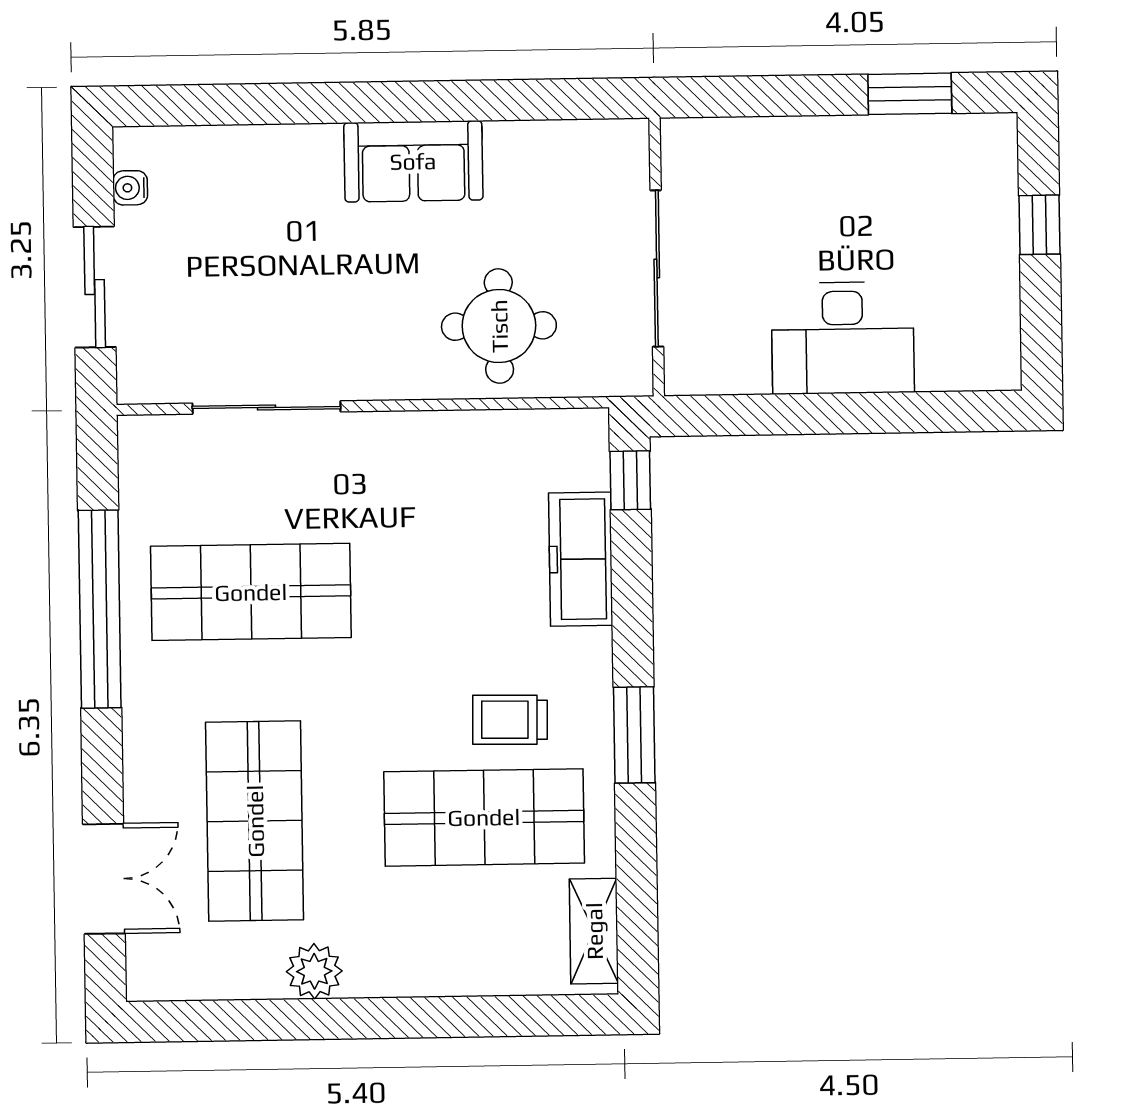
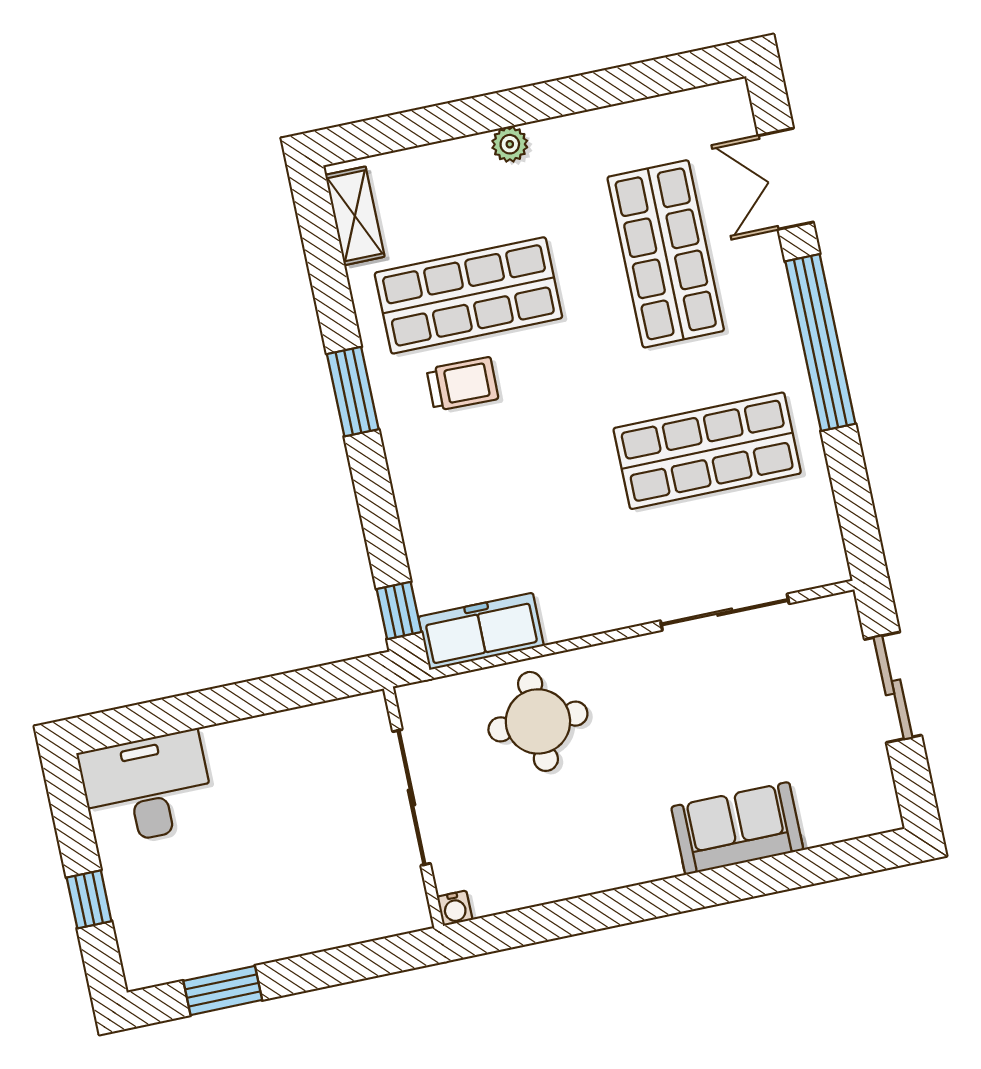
sofa: (413, 161) -> (737, 828), moved
water cooler: (130, 188) -> (455, 908), moved, turned 90
desk: (843, 338) -> (147, 788), moved
freezer: (581, 559) -> (481, 631), moved, turned -90
window: (100, 609) -> (820, 343), moved
plant: (314, 971) -> (510, 144), moved, width x0.73, depth x0.73

